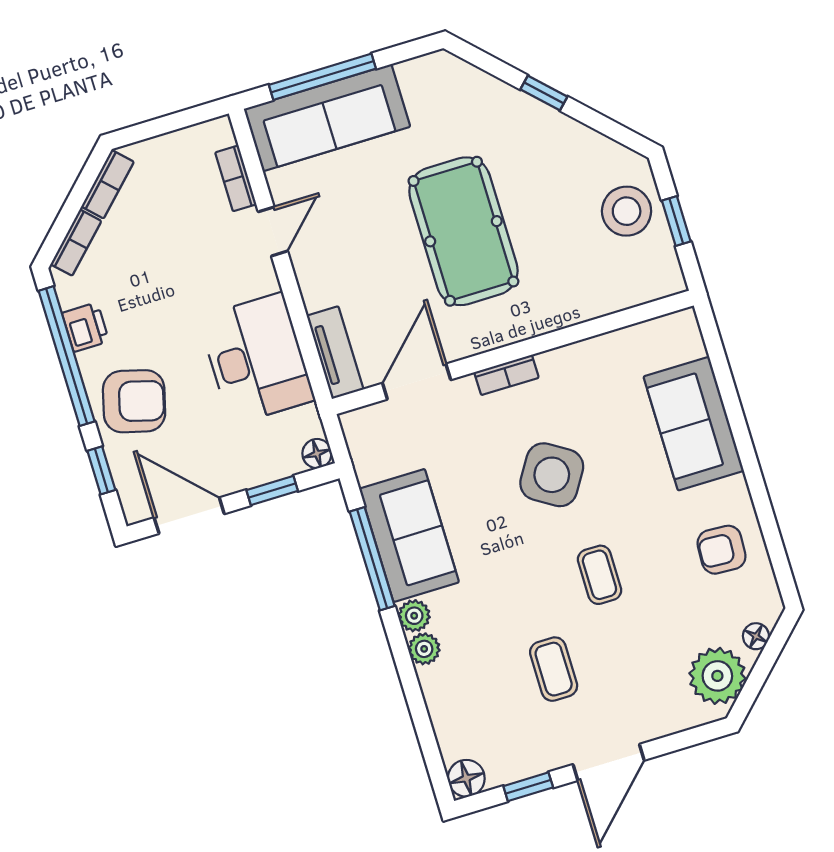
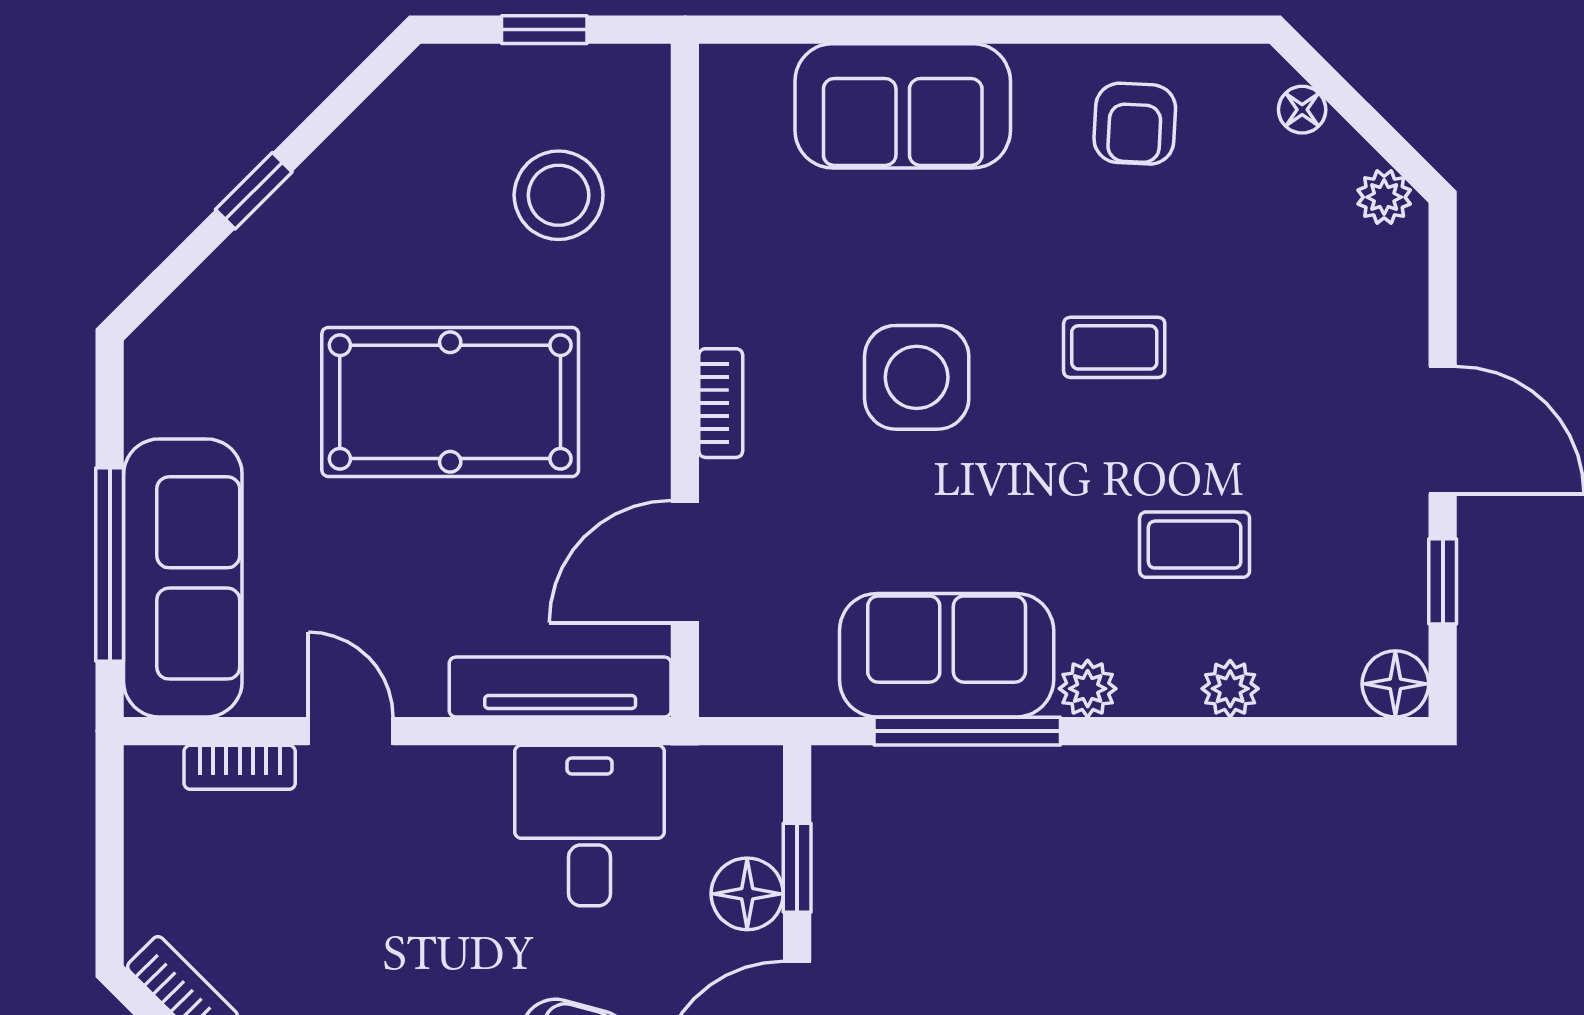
stool: (627, 211) -> (559, 195), moved
tv unit: (335, 353) -> (560, 687), width x1.41
desk: (257, 359) -> (590, 826), width x0.73
door: (417, 382) -> (685, 562), hinge flipped
floor lamp: (317, 454) -> (747, 894), moved, width x1.37, depth x1.37
side table: (552, 475) -> (917, 377), turned -32
plant: (424, 649) -> (1230, 689), moved
coffee table: (554, 669) -> (1195, 545), moved
plant: (717, 676) -> (1384, 197), width x0.53, depth x0.53

